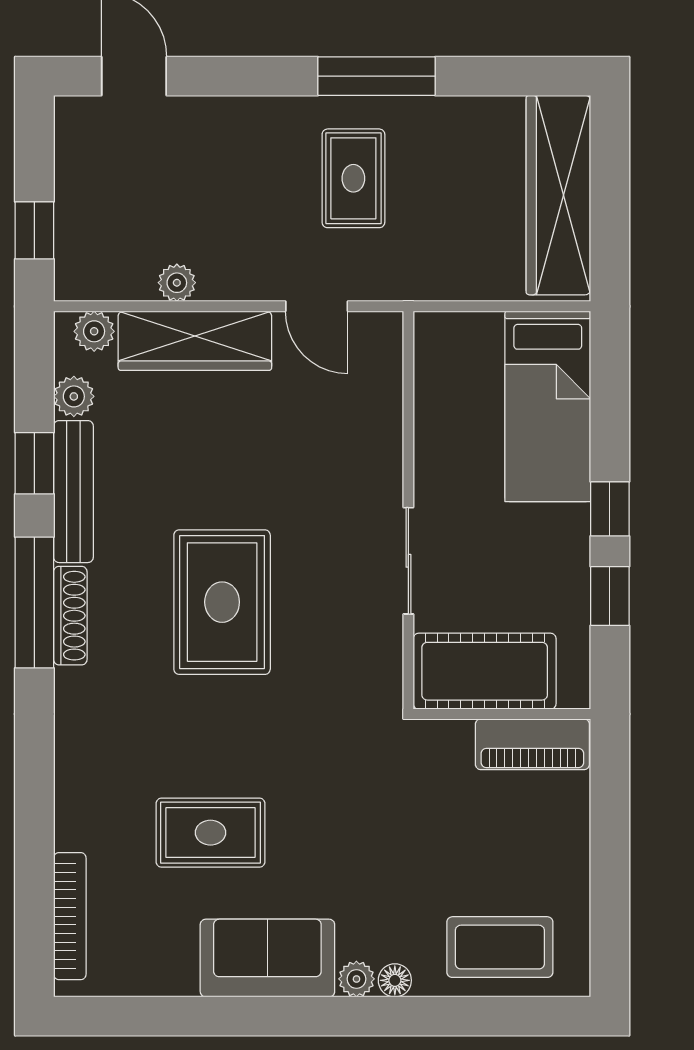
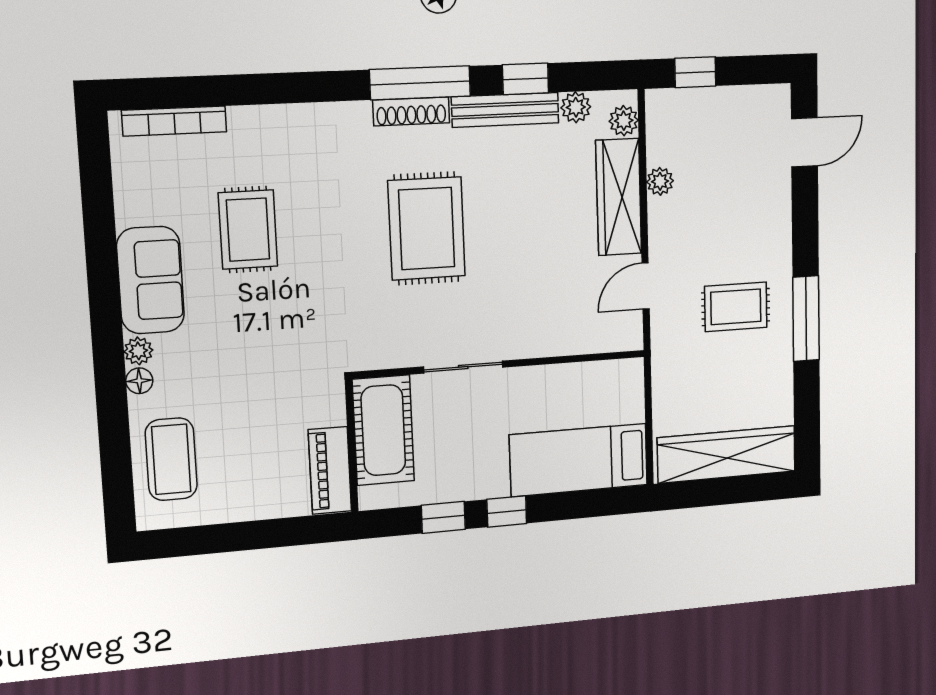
rug: (222, 602) -> (427, 228), turned 90

